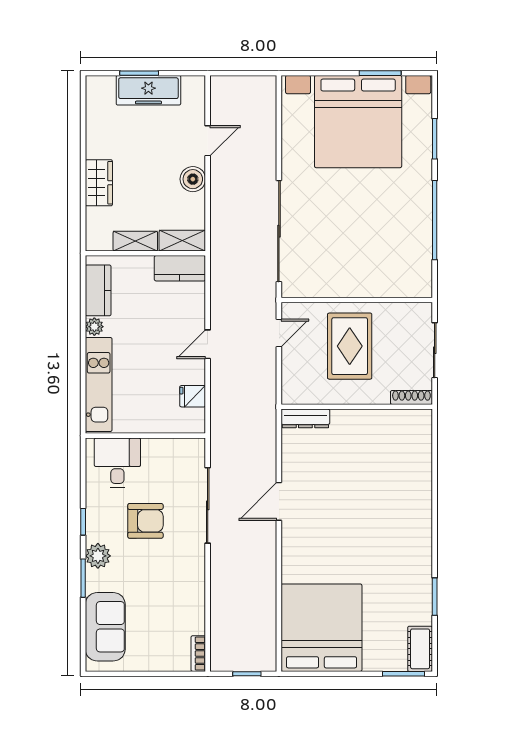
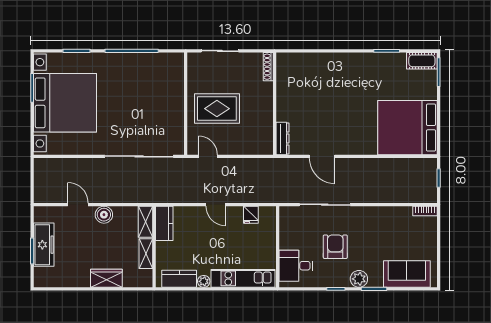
shoe rack: (411, 397) -> (268, 67), moved
wall: (357, 407) -> (275, 104), moved
dresser: (305, 418) -> (283, 138), moved

